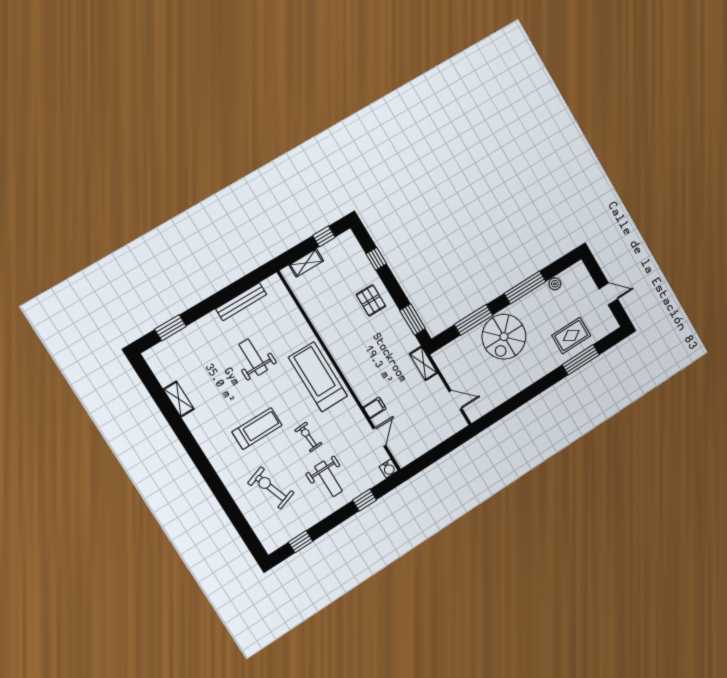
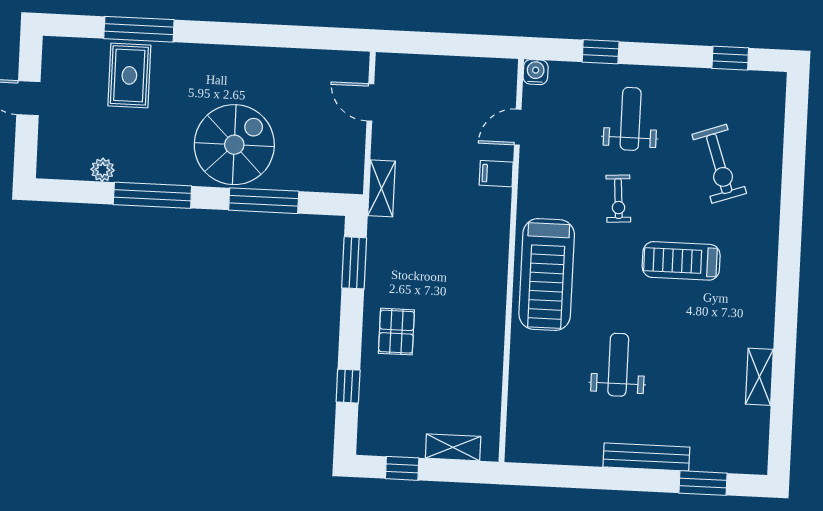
bench: (241, 302) -> (646, 457), moved
rug: (571, 336) -> (129, 75), turned 90
weight bench: (253, 357) -> (618, 365), turned 180

